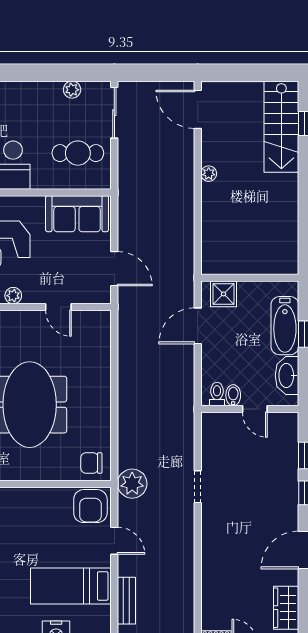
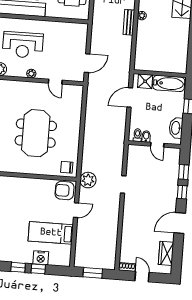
sofa: (77, 214) -> (69, 32), removed
door: (114, 269) -> (87, 63), hinge flipped
bathtub: (285, 326) -> (169, 83), moved, turned -90
armchair: (90, 506) -> (64, 191), turned 90
door: (114, 541) -> (76, 210), hinge flipped
bench: (126, 601) -> (129, 22), moved

